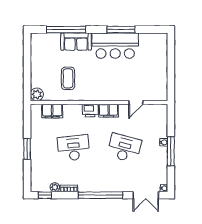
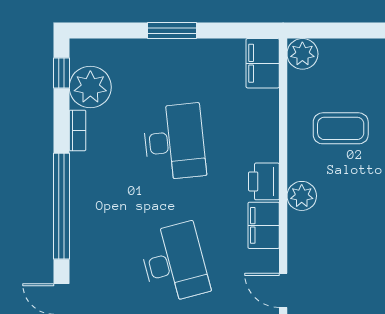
plant: (96, 95) -> (302, 196), added
filing cabinet: (52, 111) -> (263, 63), moved
desk: (124, 148) -> (174, 263), turned -30
plant: (55, 187) -> (90, 87), width x1.87, depth x1.87

